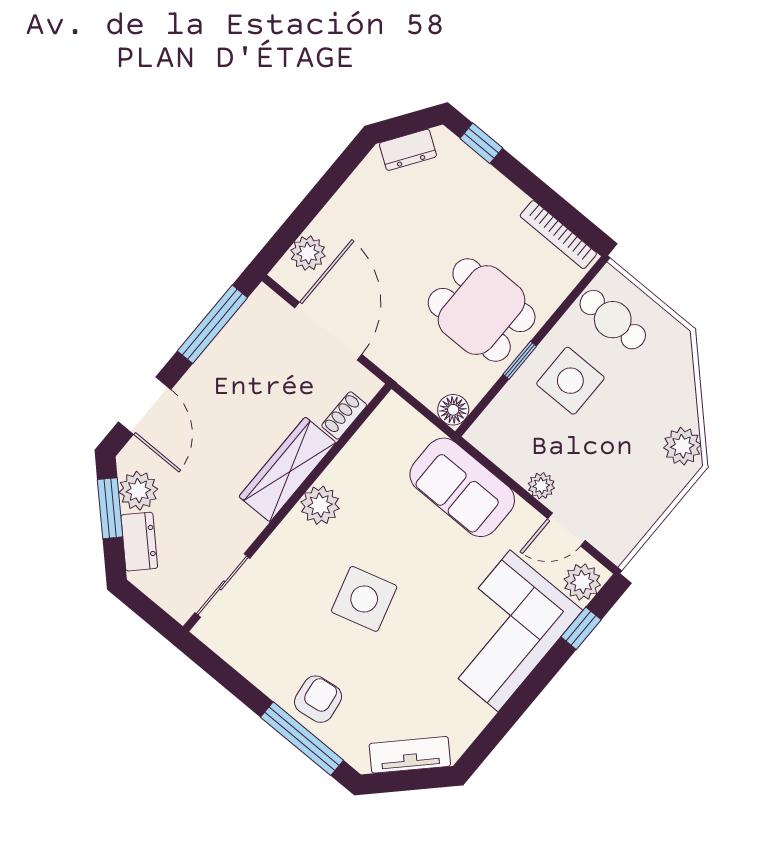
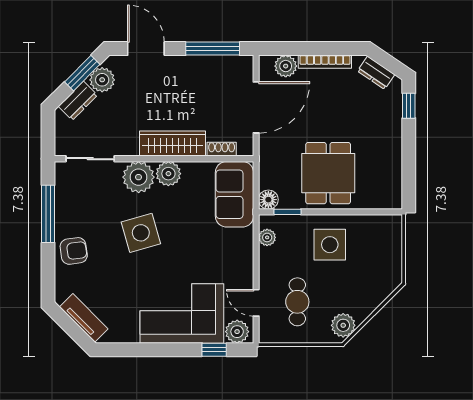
bookcase: (558, 235) -> (325, 62), moved, turned -90
cafe table: (613, 320) -> (297, 302), moved
window: (520, 360) -> (287, 212), moved
door: (145, 406) -> (146, 49), swing flipped
plant: (541, 486) -> (267, 237), moved
sofa: (462, 487) -> (234, 194), moved
plant: (294, 545) -> (139, 177), added
window: (302, 739) -> (48, 214), moved

